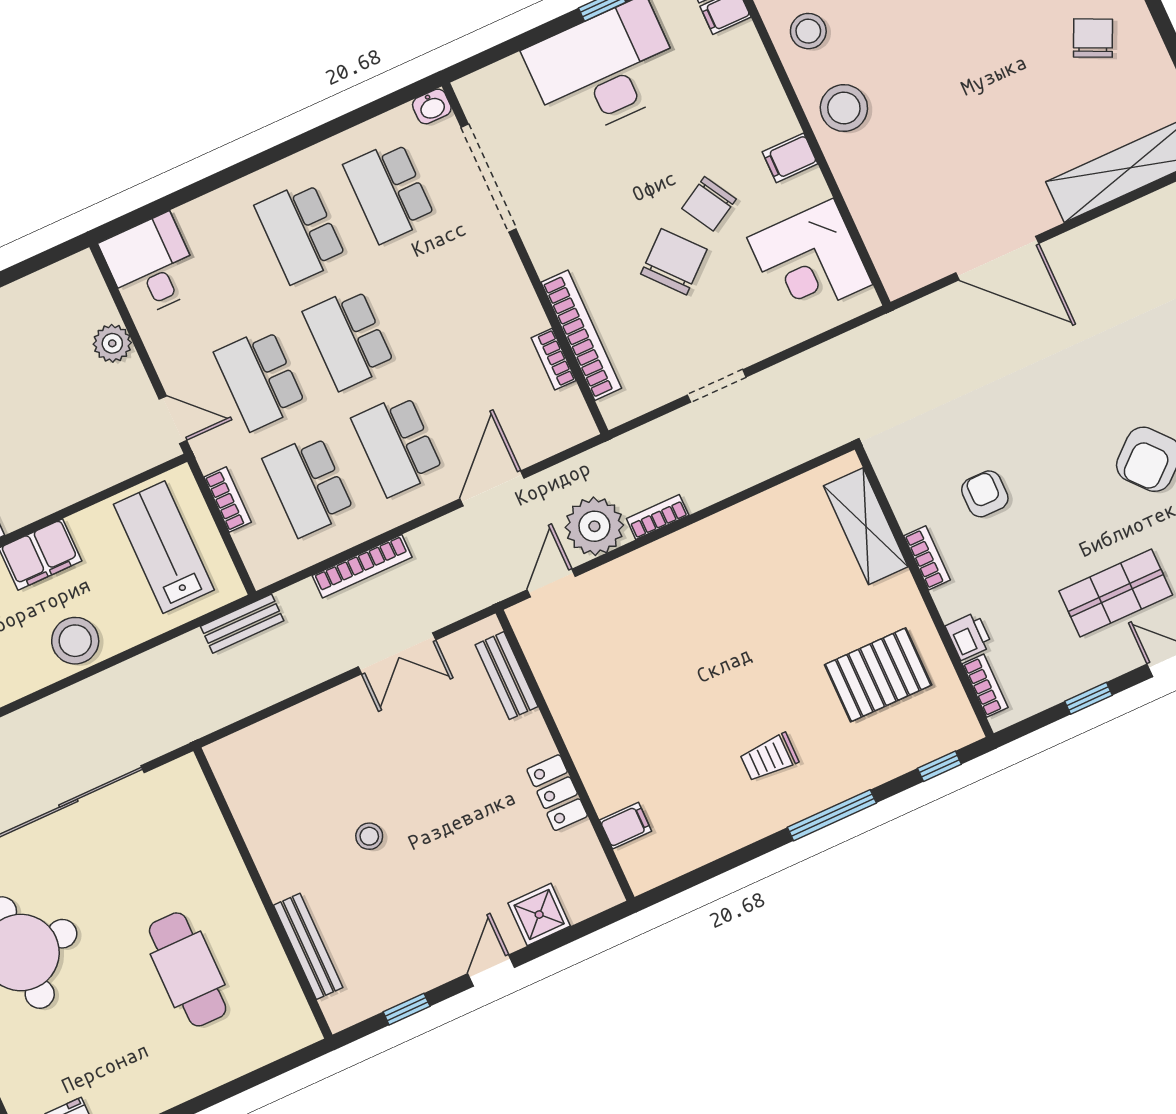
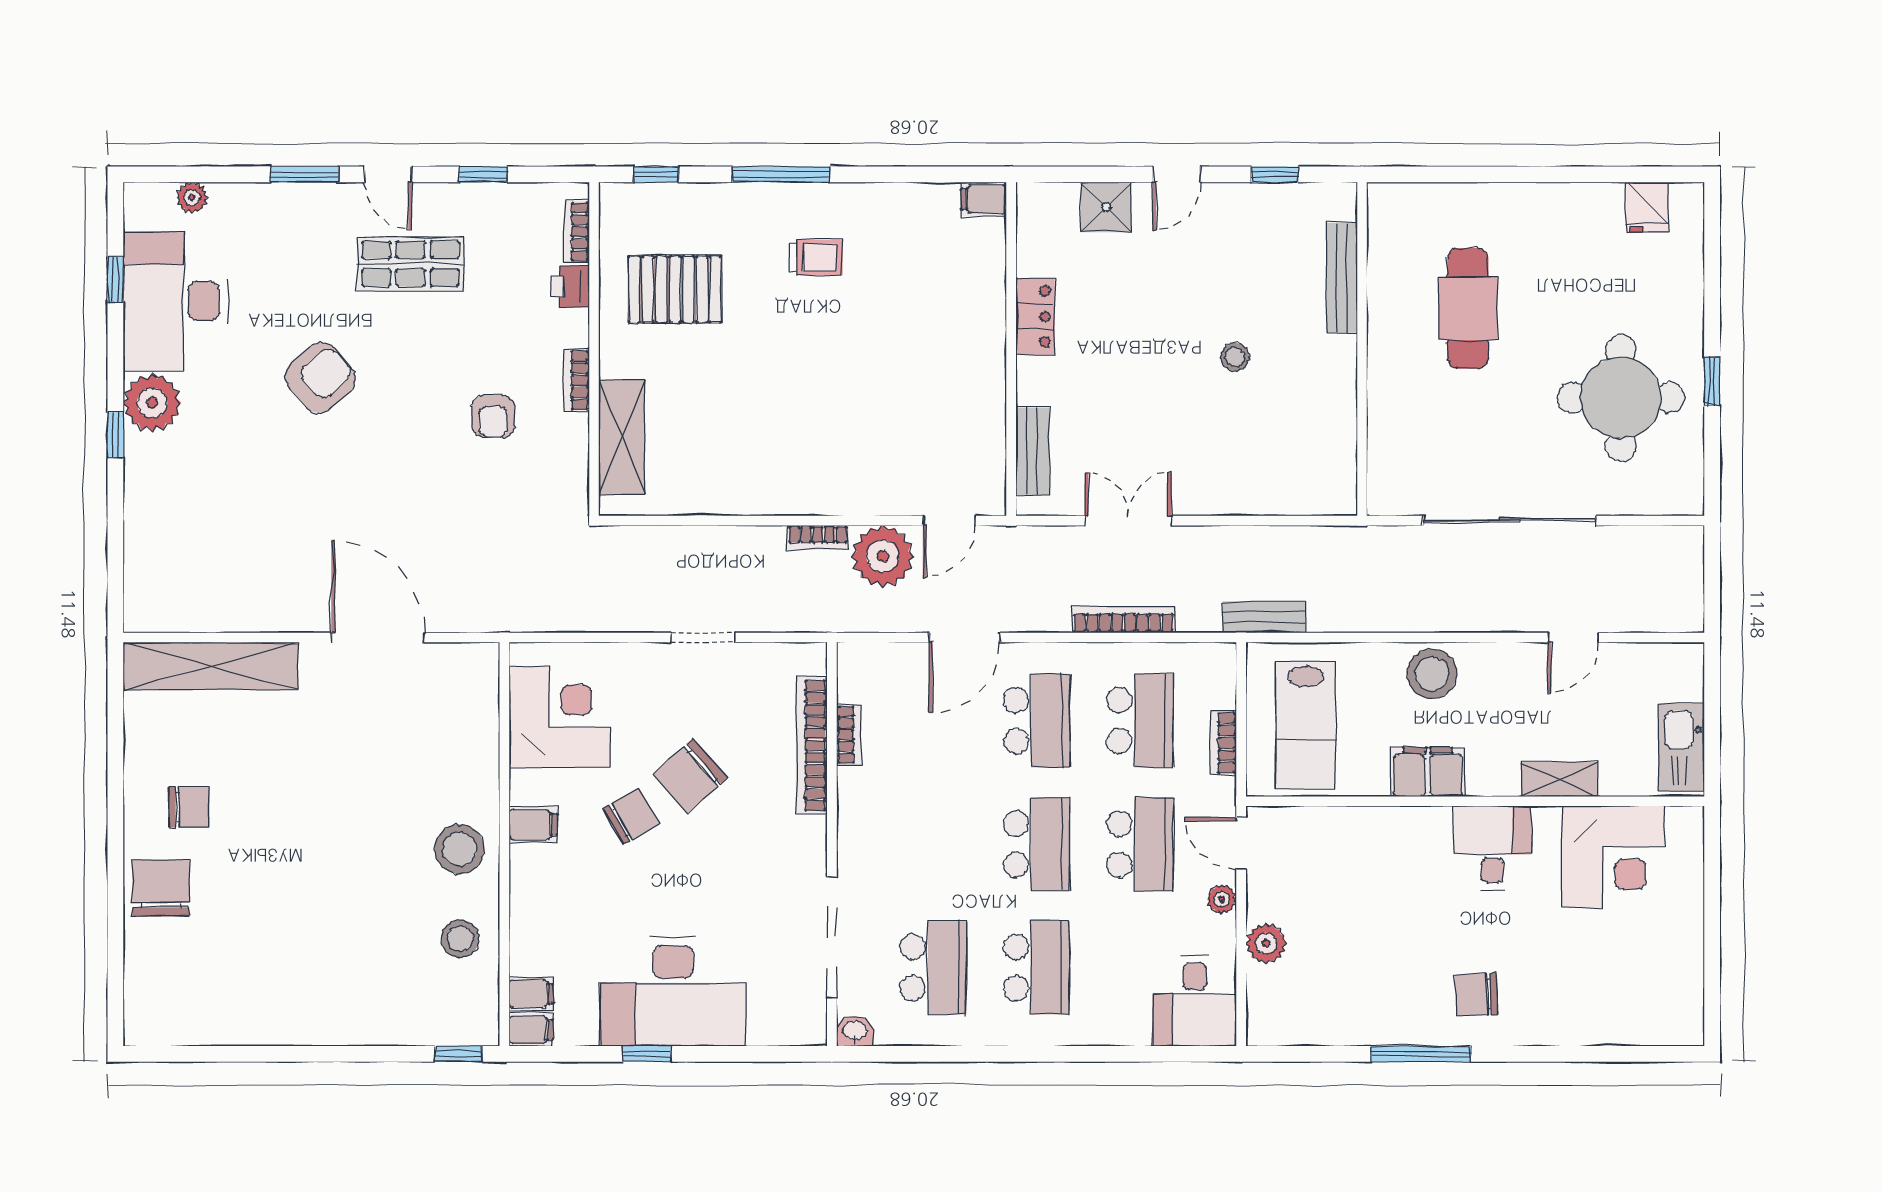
chair: (1093, 38) -> (189, 807), turned -115
plant: (168, 364) -> (1222, 899), added
filing cabinet: (626, 826) -> (984, 199), moved

